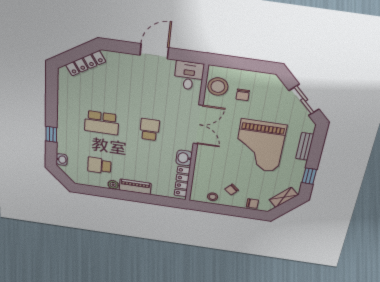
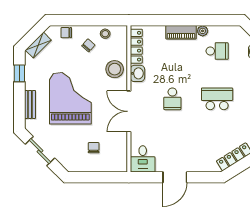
stool: (218, 87) -> (115, 69), moved

